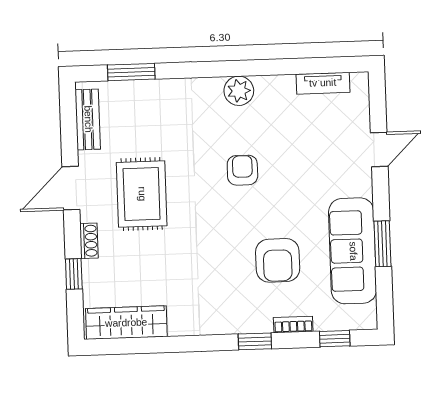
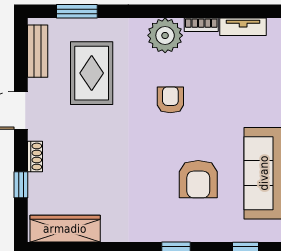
plant: (239, 91) -> (165, 35), width x1.36, depth x1.36
rug: (142, 194) -> (92, 73), moved
bookcase: (293, 325) -> (201, 25), moved, turned 180

